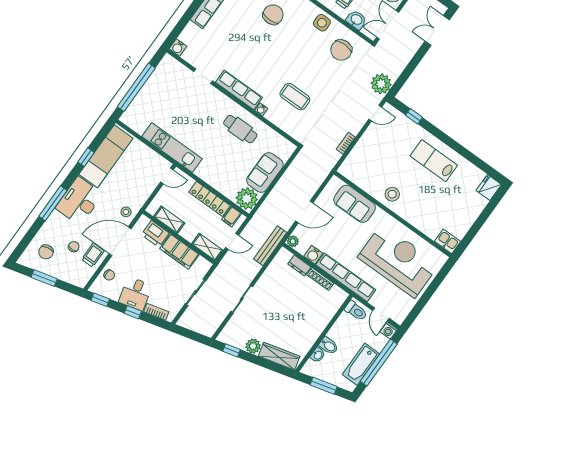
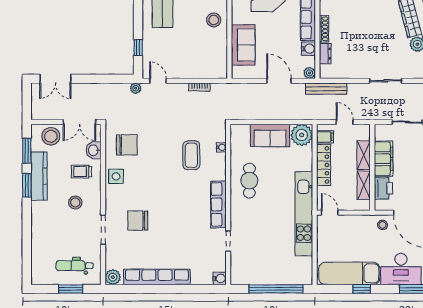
plant: (381, 84) -> (136, 88), width x0.53, depth x0.53
water cooler: (261, 109) -> (221, 147), moved
kitchen unit: (172, 148) -> (304, 214), width x1.36
shelving: (207, 247) -> (364, 155), moved

